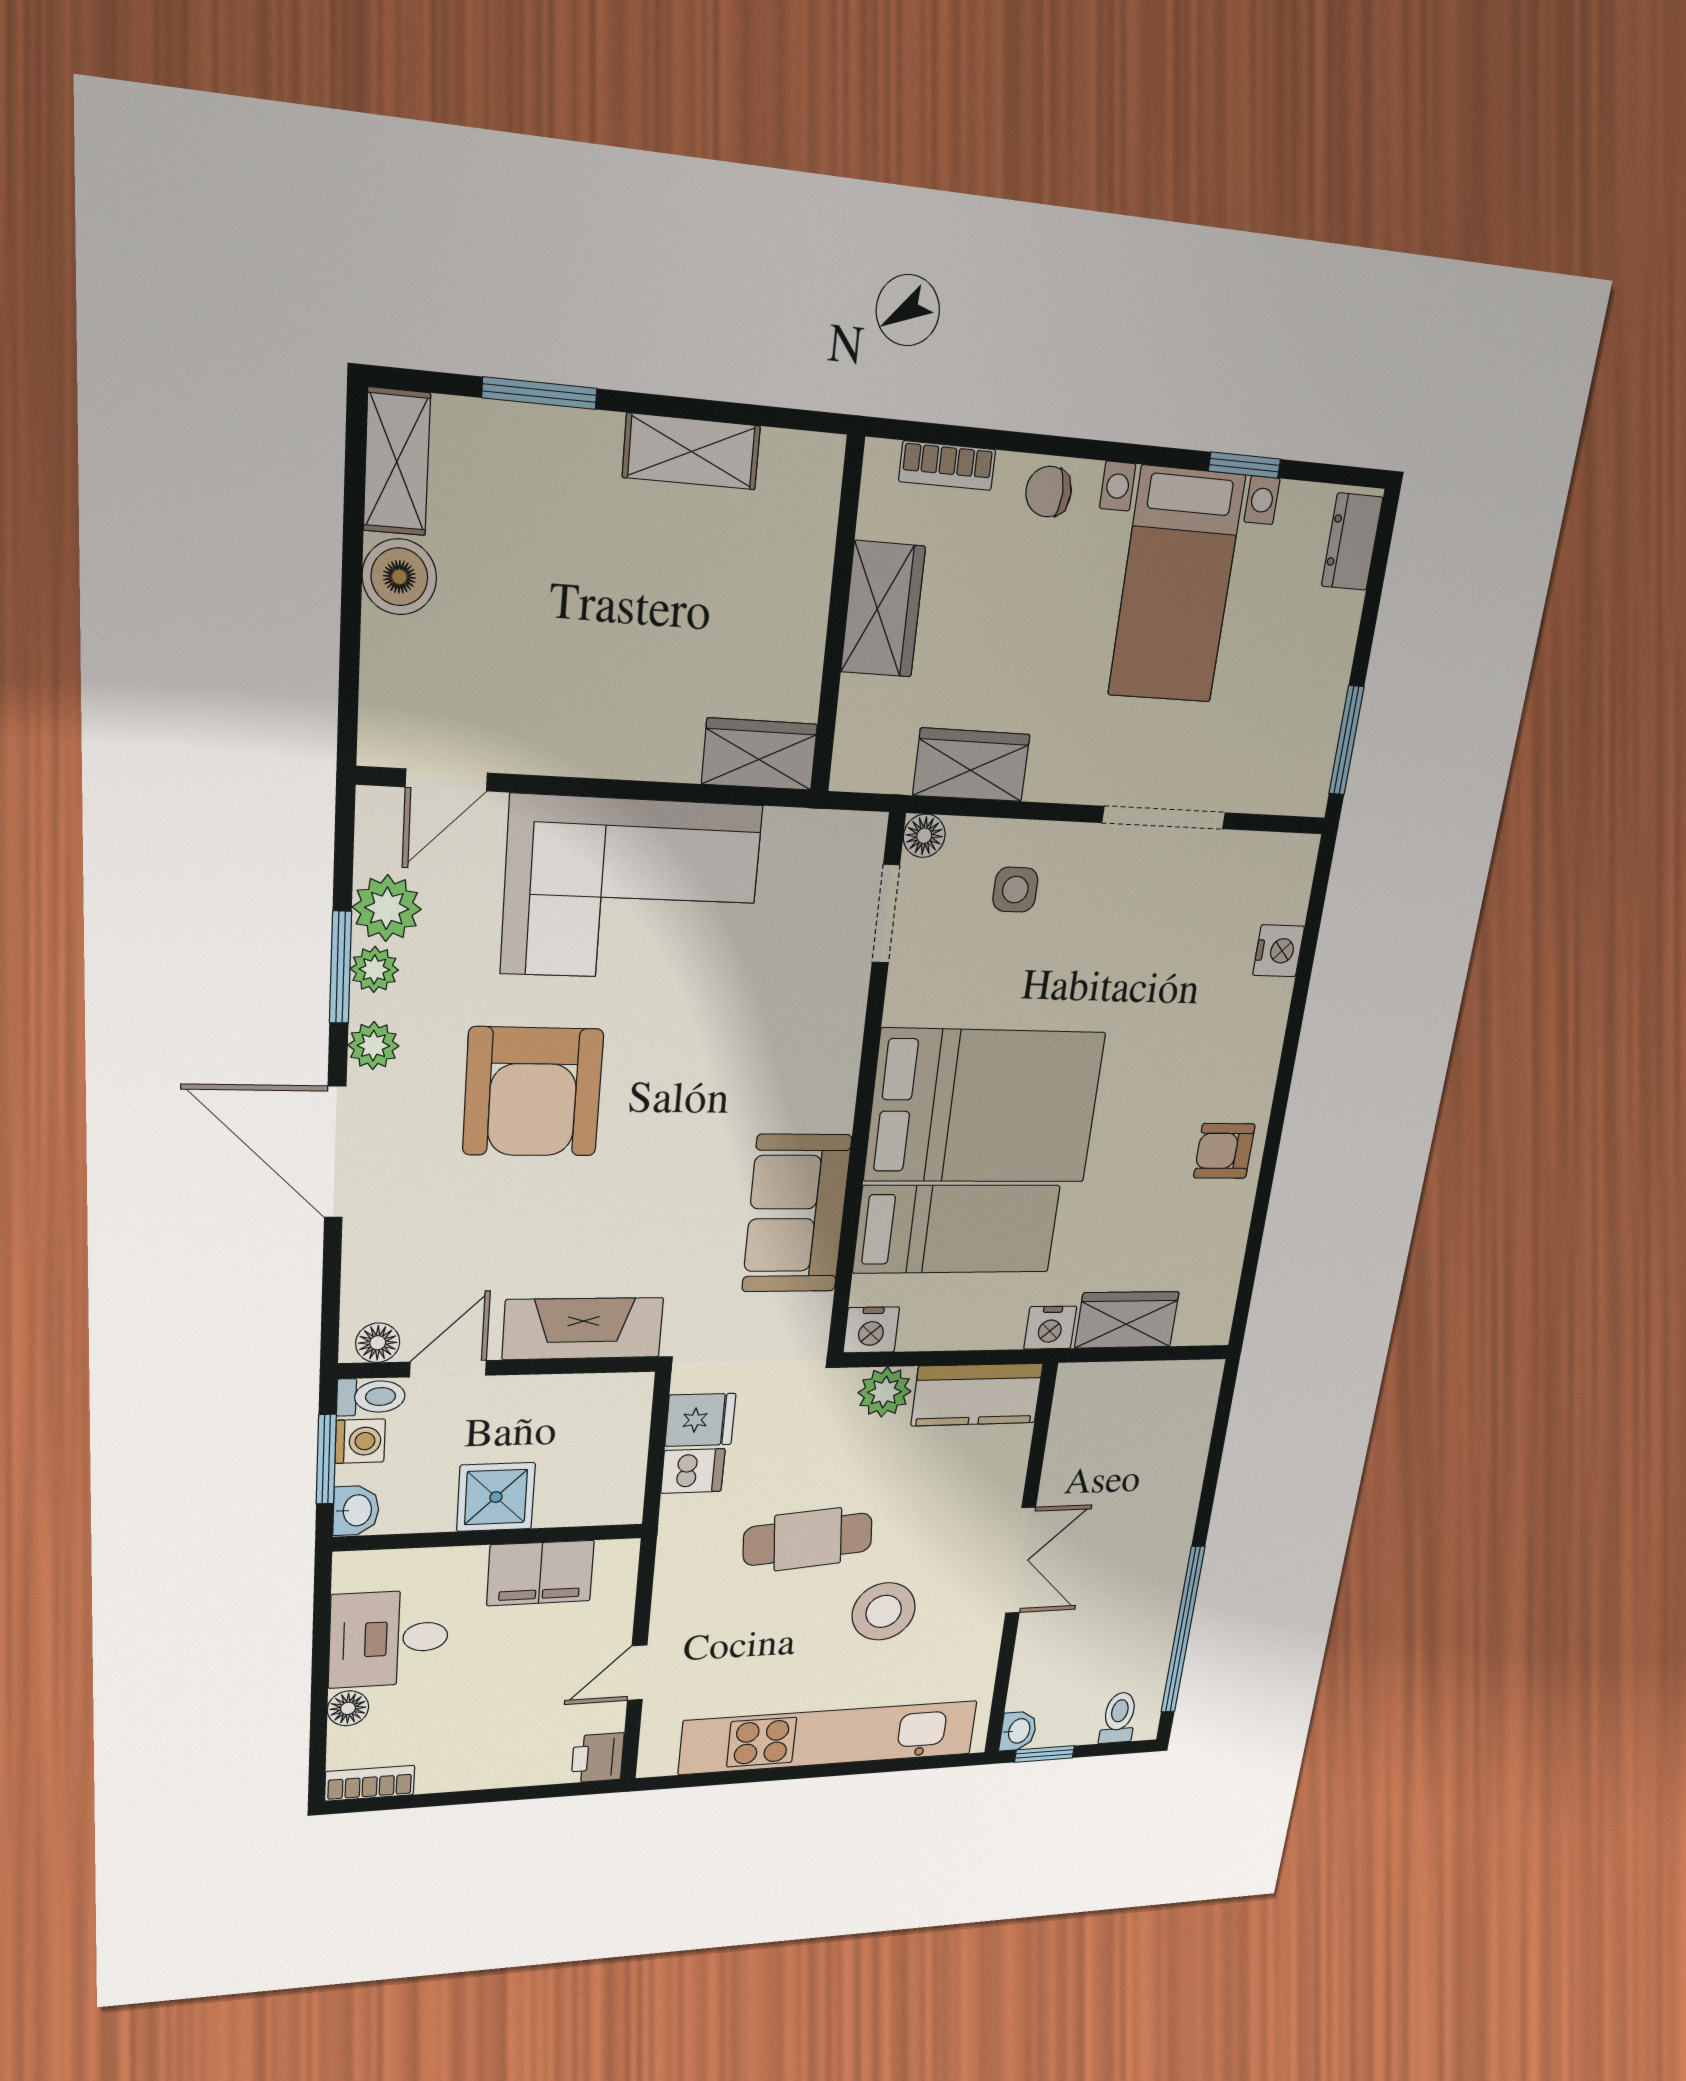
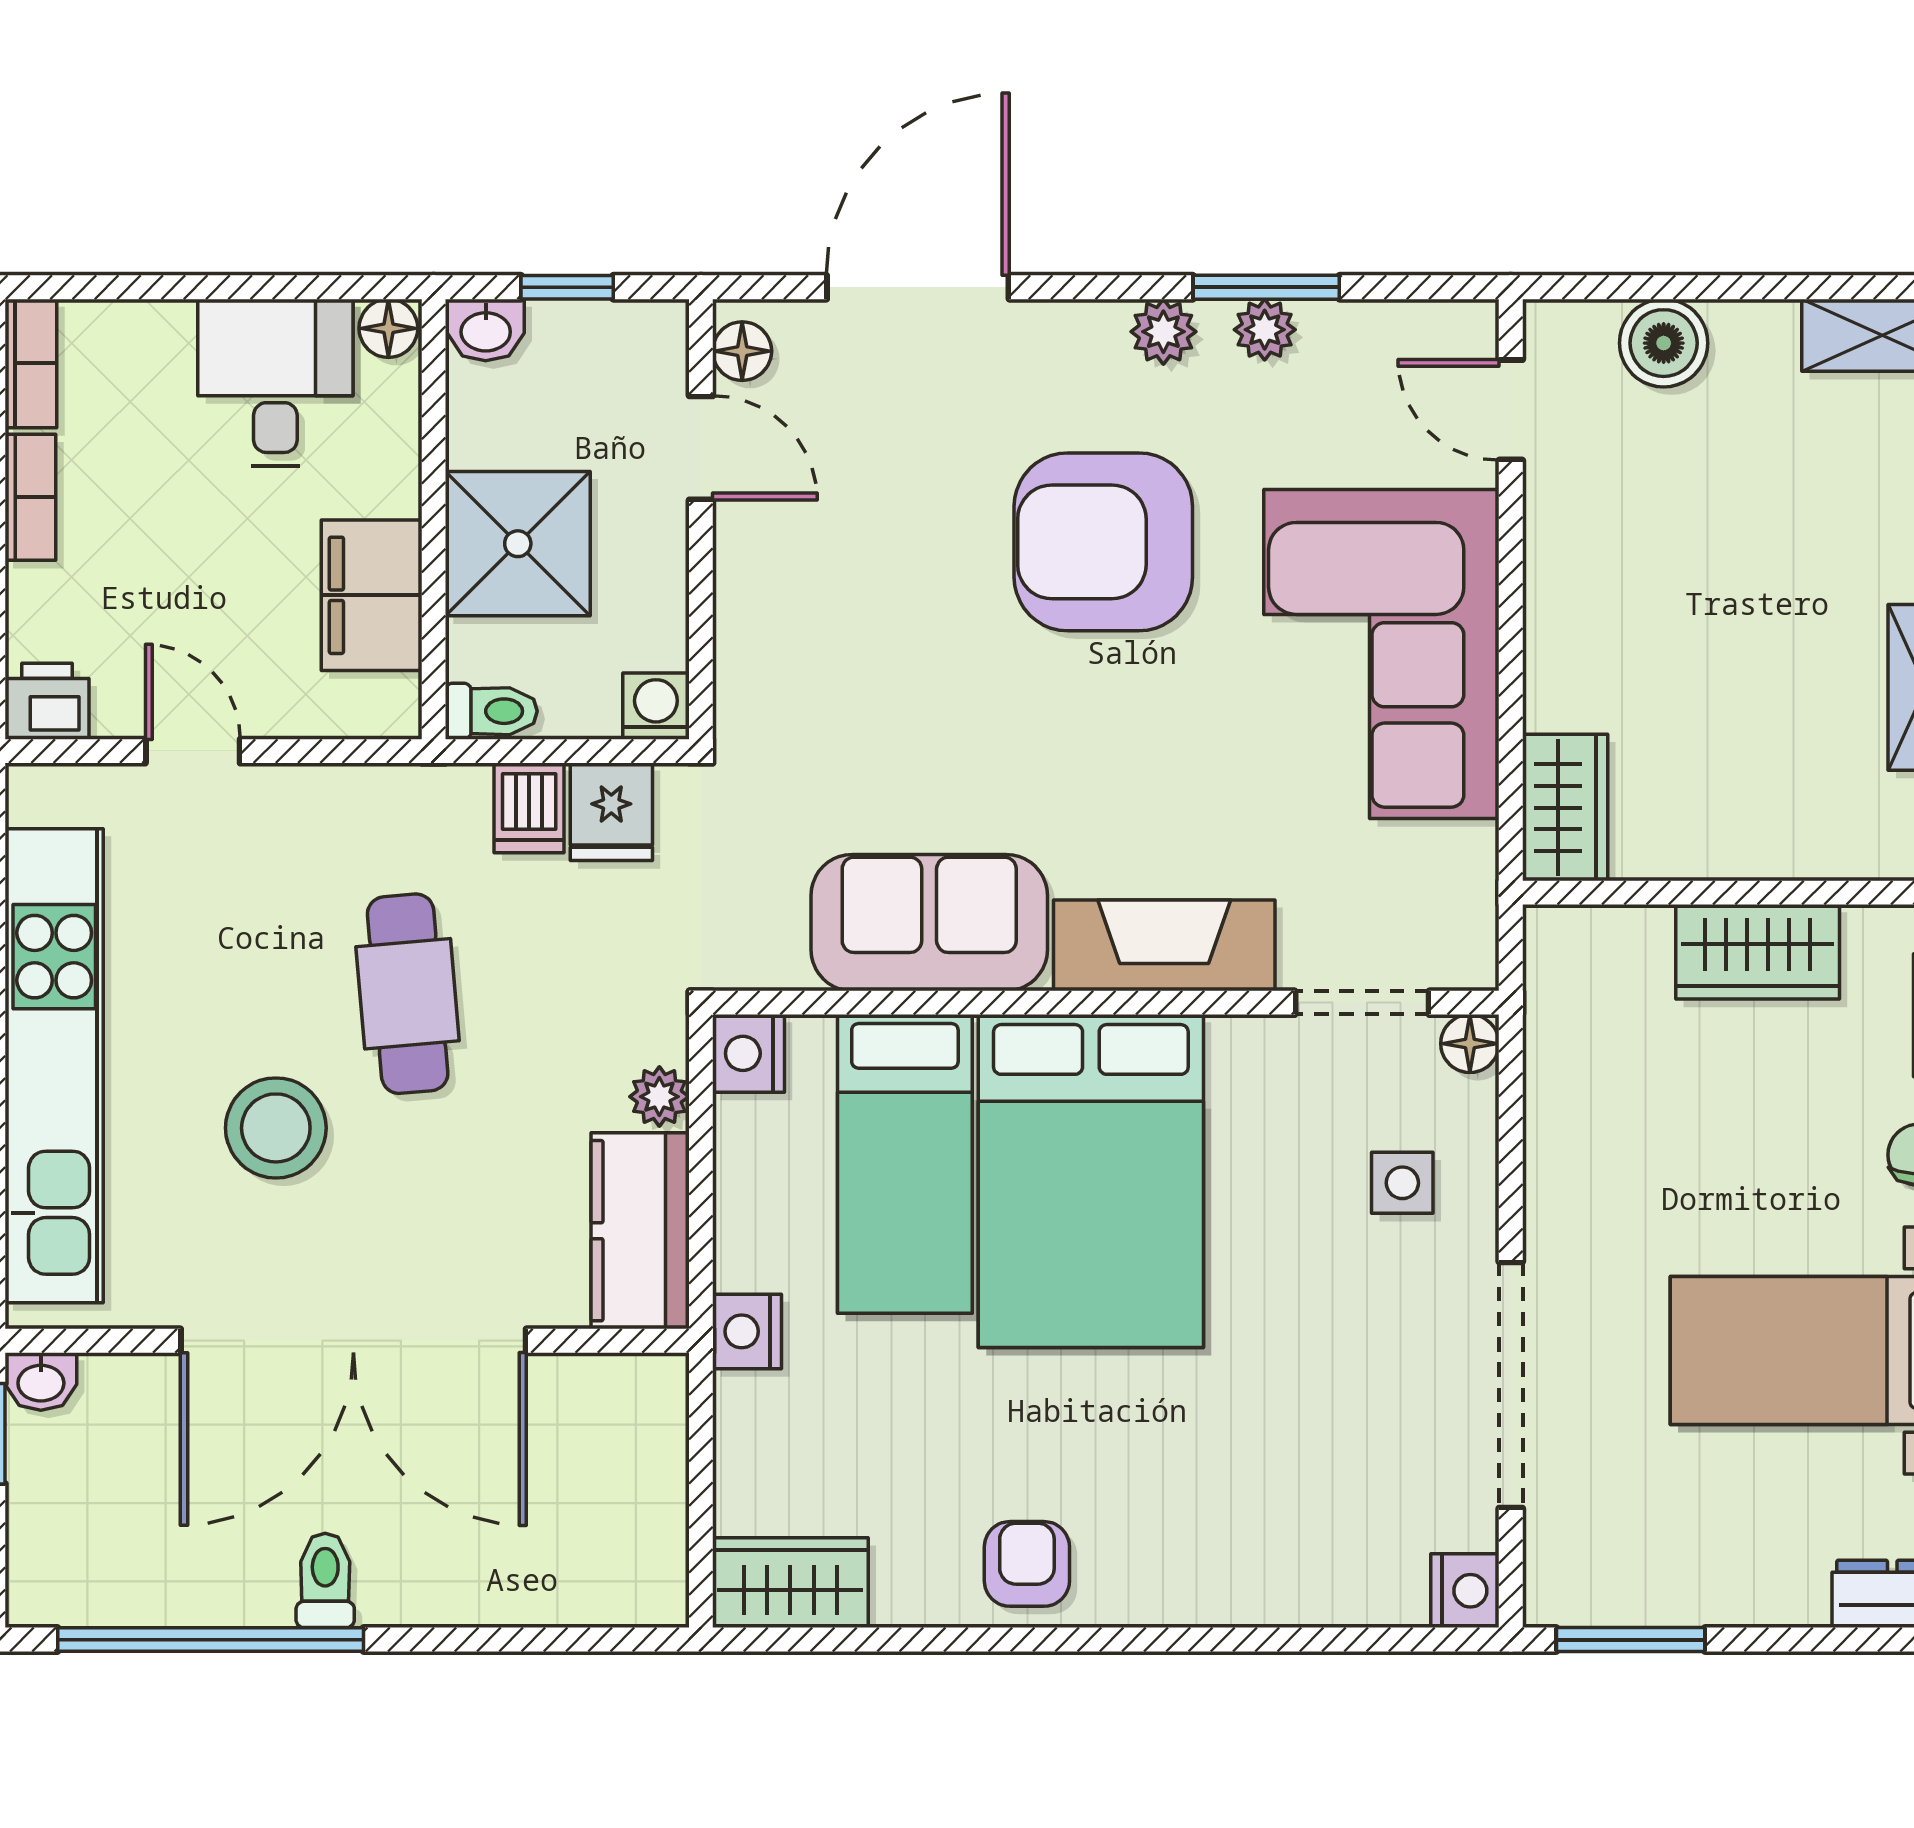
boiler: (399, 577) -> (1664, 343), moved
wardrobe: (971, 765) -> (1567, 1097), removed
doorway: (1164, 818) -> (1511, 1385), width x1.36
plant: (387, 908) -> (1345, 342), removed
nightstand: (1279, 951) -> (1465, 1591), moved, turned -90
door: (335, 1152) -> (918, 287), moved
wardrobe: (1127, 1320) -> (790, 1583), moved, turned -90
fireplace: (583, 1329) -> (1164, 945), moved, turned -90
plant: (885, 1392) -> (659, 1097), width x0.73, depth x0.73
toilet: (371, 1397) -> (491, 711), moved, turned -90
washing machine: (360, 1441) -> (656, 706), moved, turned 180
window: (326, 1459) -> (567, 287), width x0.67
shower: (496, 1497) -> (518, 544), width x1.36, depth x1.36
double door: (1021, 1561) -> (353, 1341), width x1.87
floor lamp: (348, 1708) -> (388, 328), moved
toilet: (1119, 1718) -> (325, 1580), moved, turned -90
bookcase: (461, 1777) -> (30, 497), added

